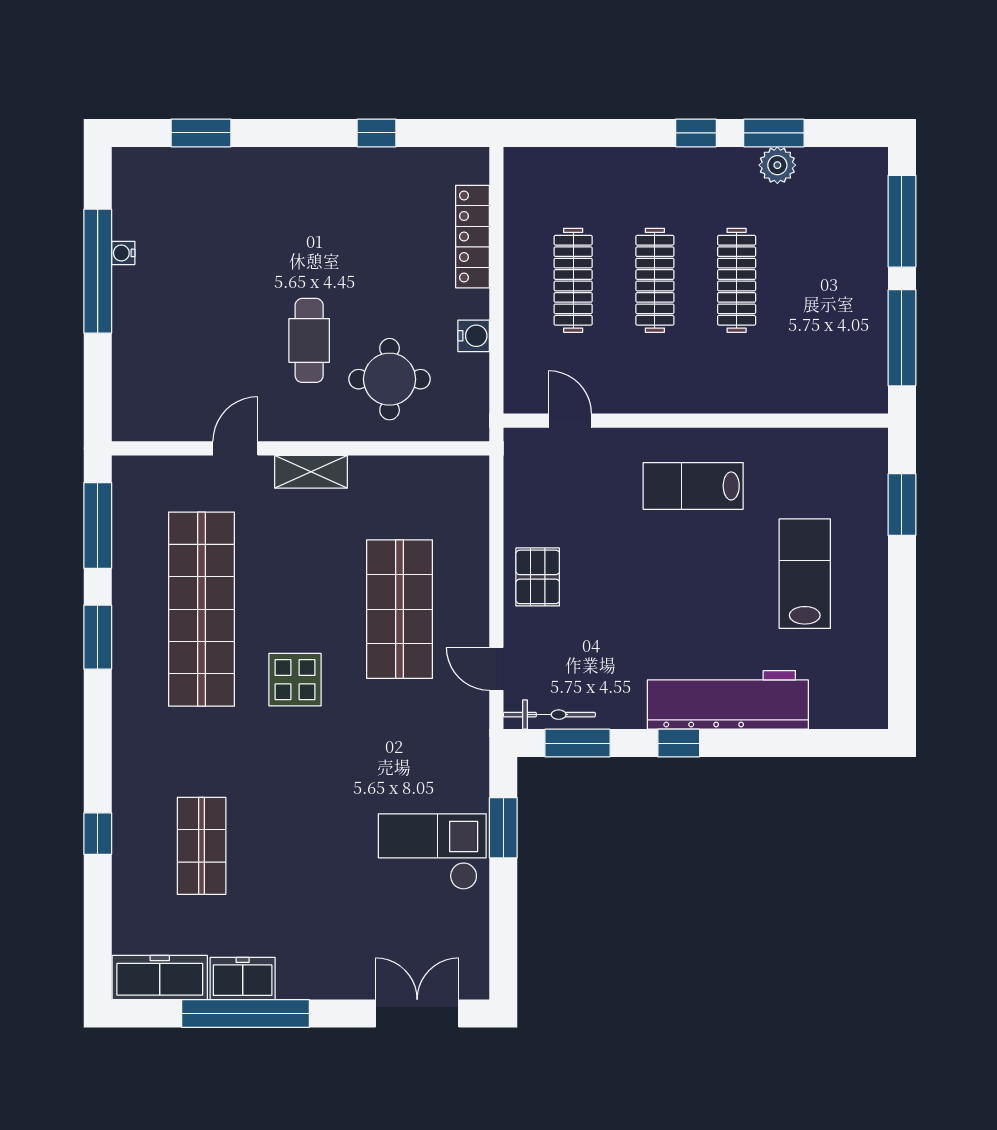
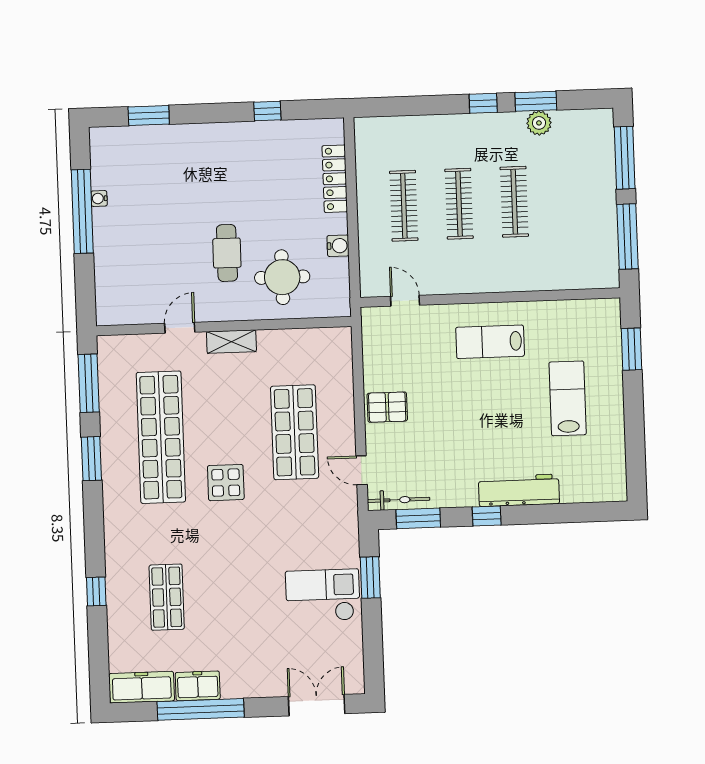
pallet: (538, 577) -> (387, 407), turned 90
workbench: (728, 700) -> (519, 490), width x0.73, depth x0.76

